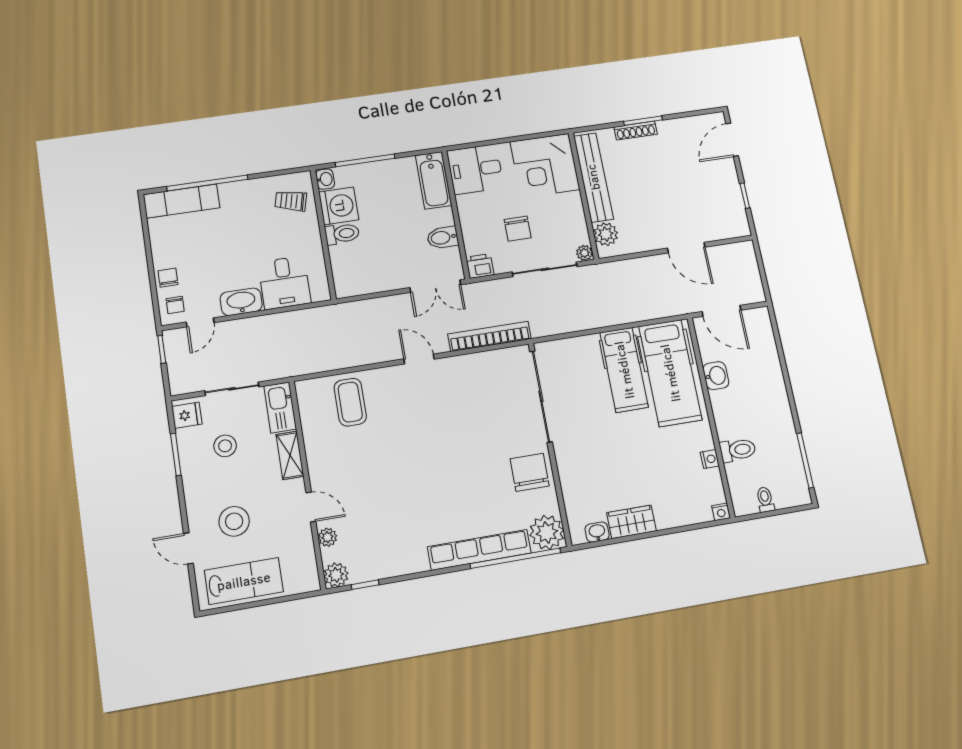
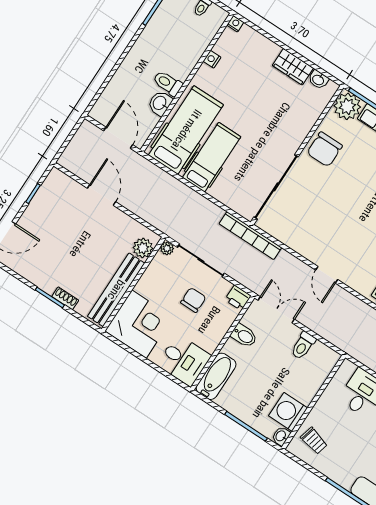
shoe rack: (636, 131) -> (65, 298), width x0.70
toilet: (342, 234) -> (303, 345), moved, turned -90
bookcase: (489, 336) -> (250, 236), moved
toilet: (738, 450) -> (168, 83), moved

